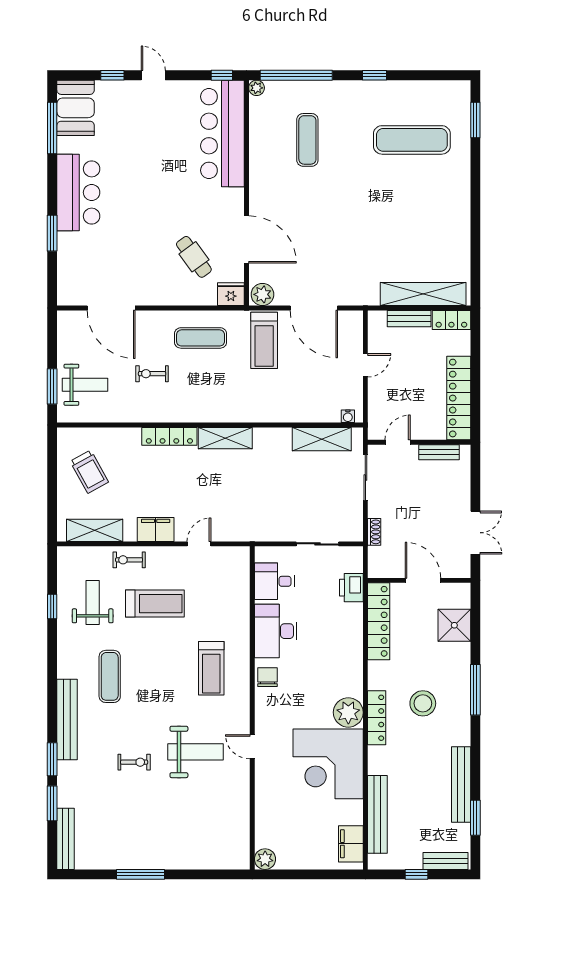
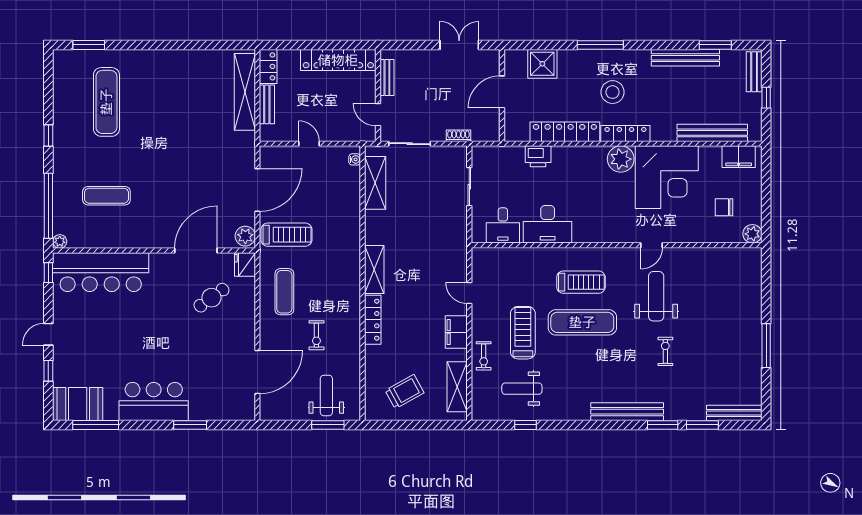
printer: (351, 588) -> (538, 156), moved
locker: (379, 621) -> (565, 132), moved
exercise mat: (110, 676) -> (582, 322), moved, width x1.36, depth x1.45
chair: (268, 677) -> (724, 207), moved

